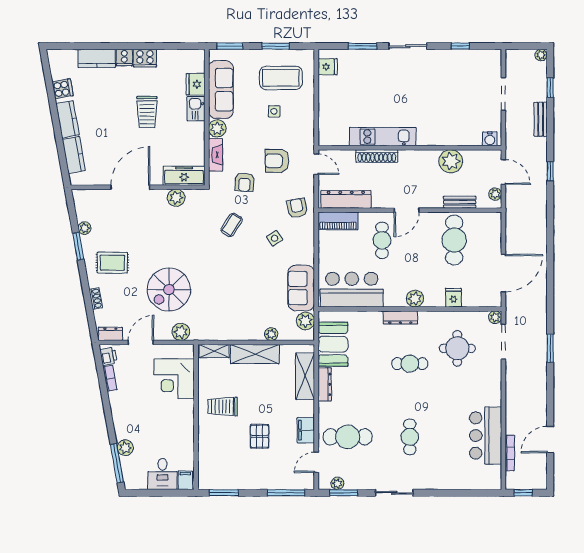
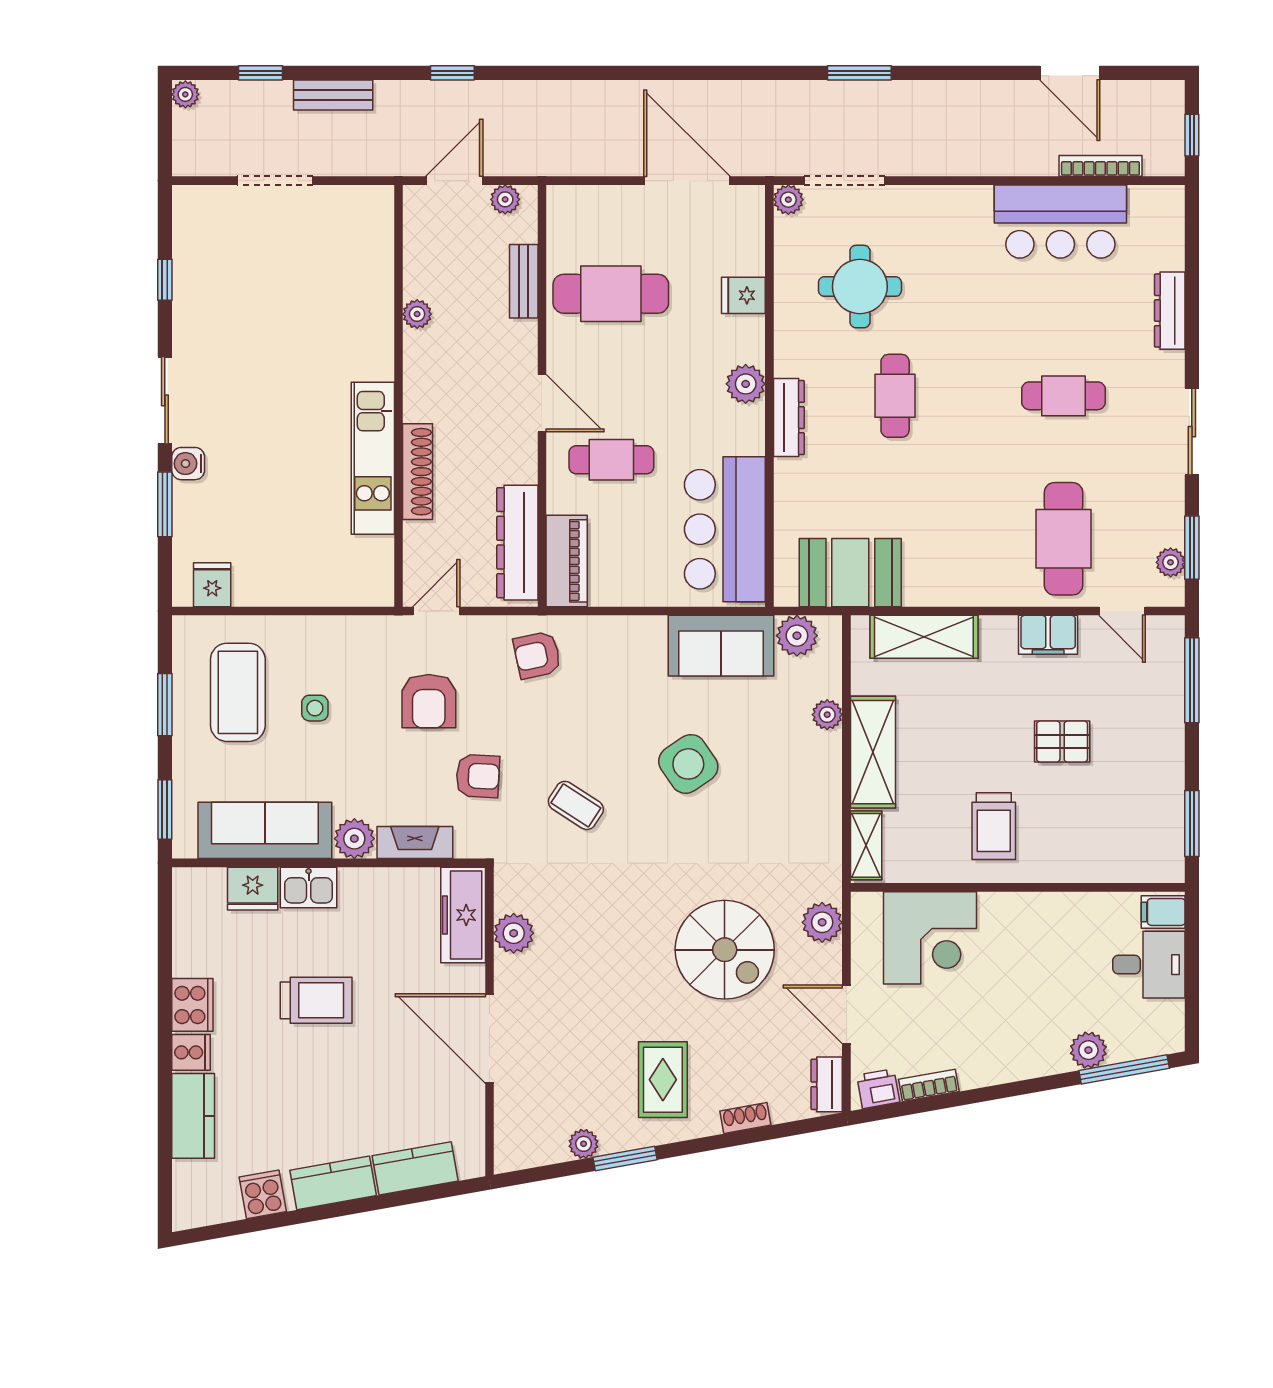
water cooler: (490, 139) -> (188, 464), moved, turned 180
plant: (451, 161) -> (417, 314), width x0.53, depth x0.53
side table: (275, 238) -> (688, 764), moved, width x1.87, depth x1.87
dresser: (325, 384) -> (1170, 311), moved, turned -90

